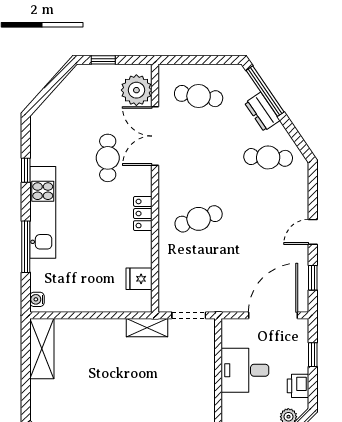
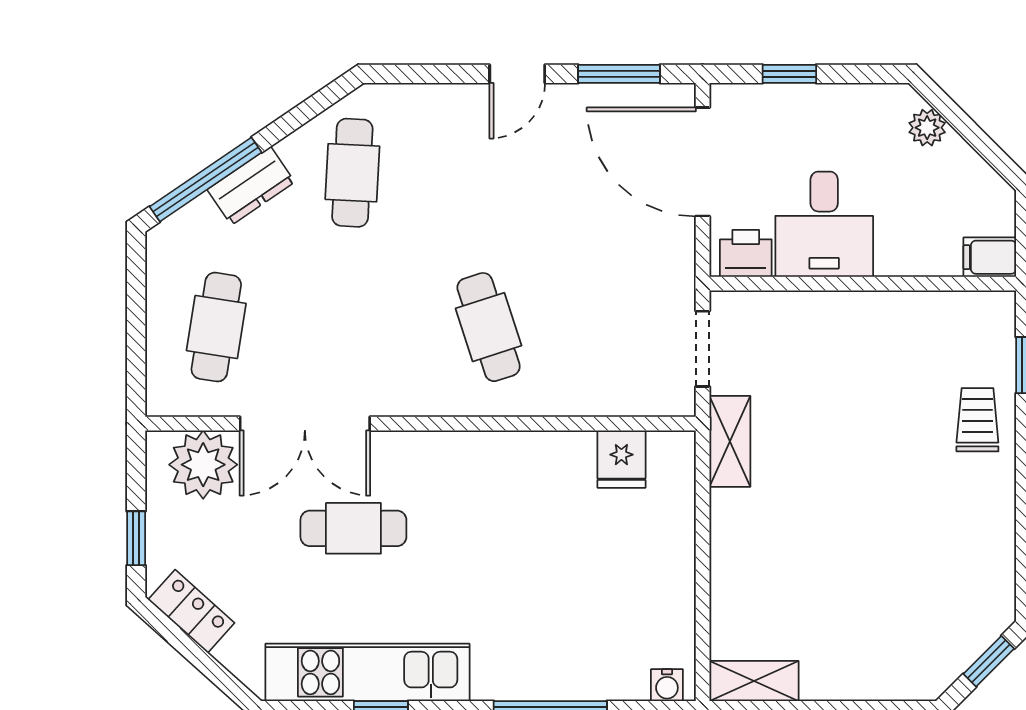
kitchen unit: (43, 212) -> (367, 672), moved
locker: (143, 214) -> (191, 611), moved, turned -138
door: (313, 232) -> (517, 74), hinge flipped
window: (313, 278) -> (619, 74), width x1.50
shelving: (42, 349) -> (754, 681), width x0.67, depth x0.75
printer: (298, 386) -> (746, 253), moved, turned 180

